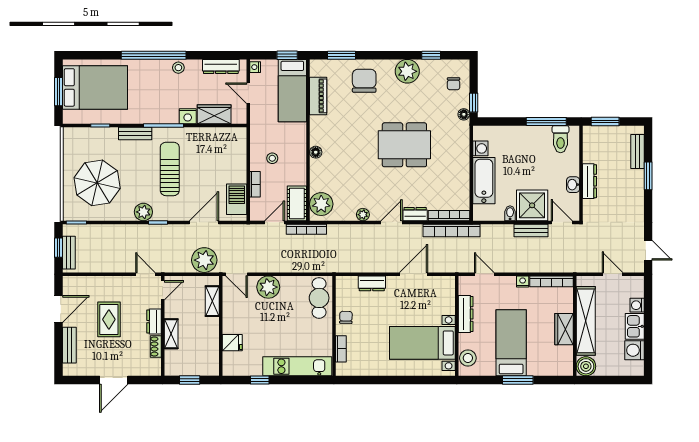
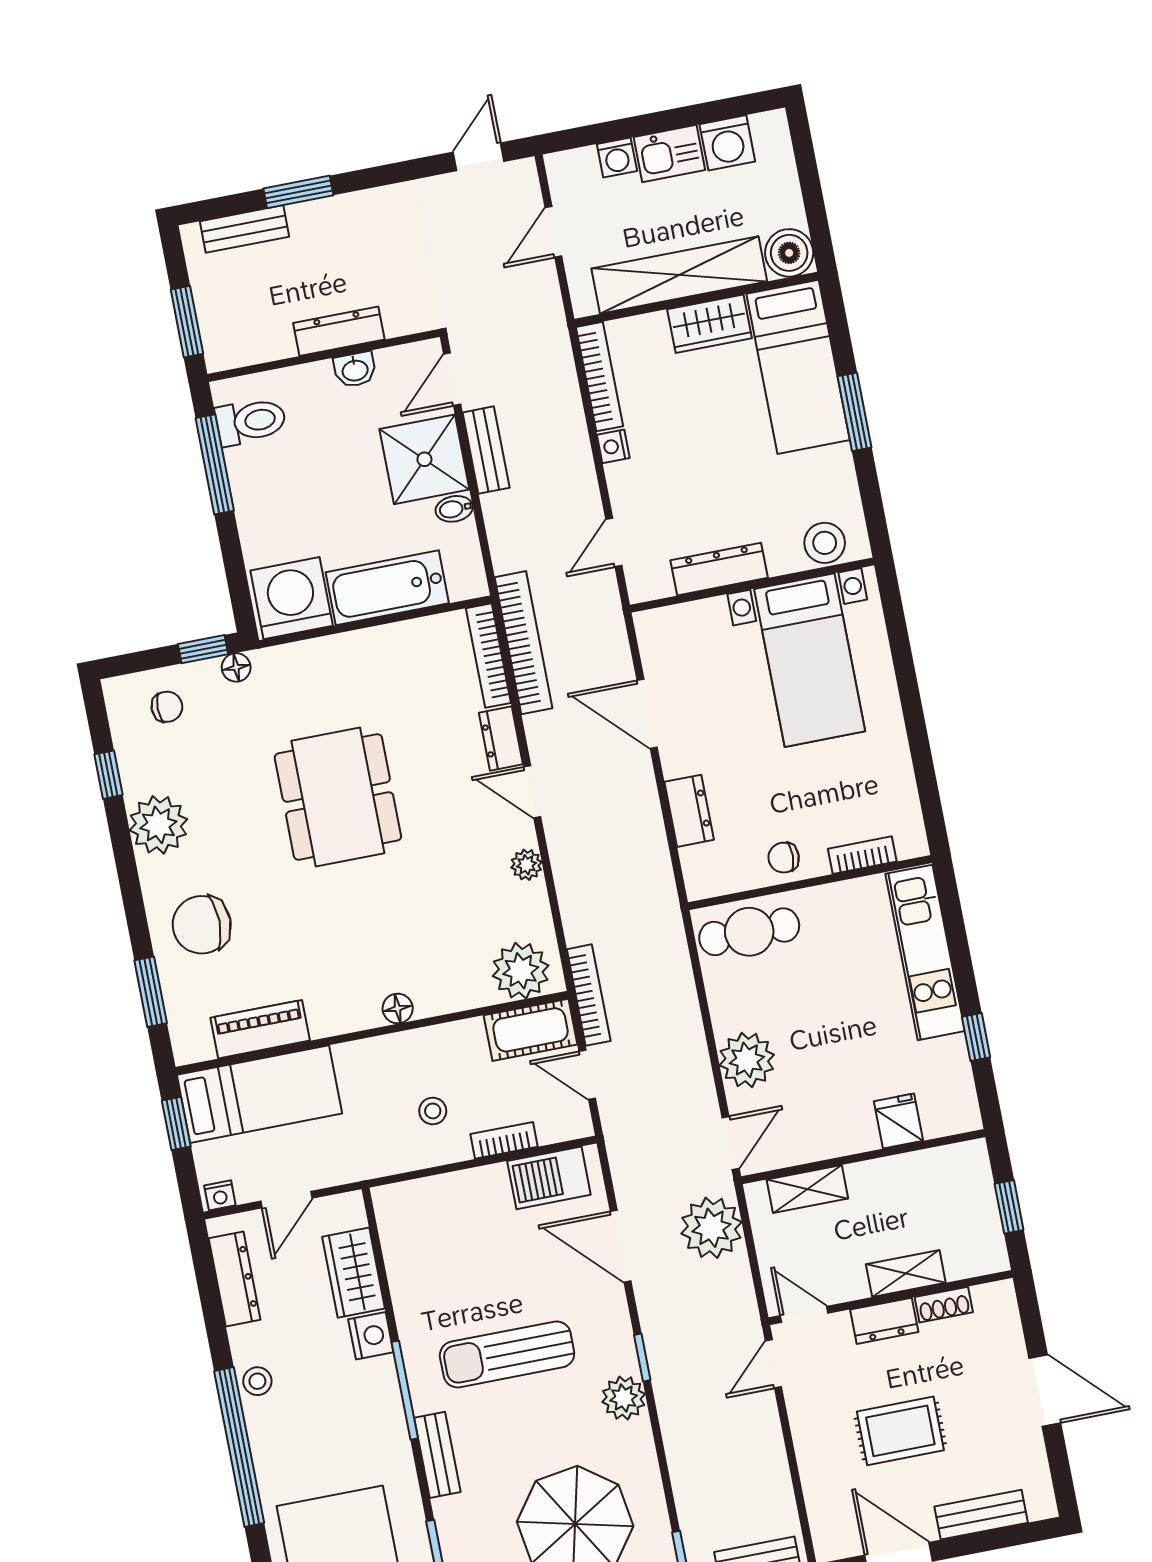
washing machine: (480, 148) -> (292, 598), width x1.89, depth x1.89
bed: (511, 343) -> (798, 367), moved, turned -90

